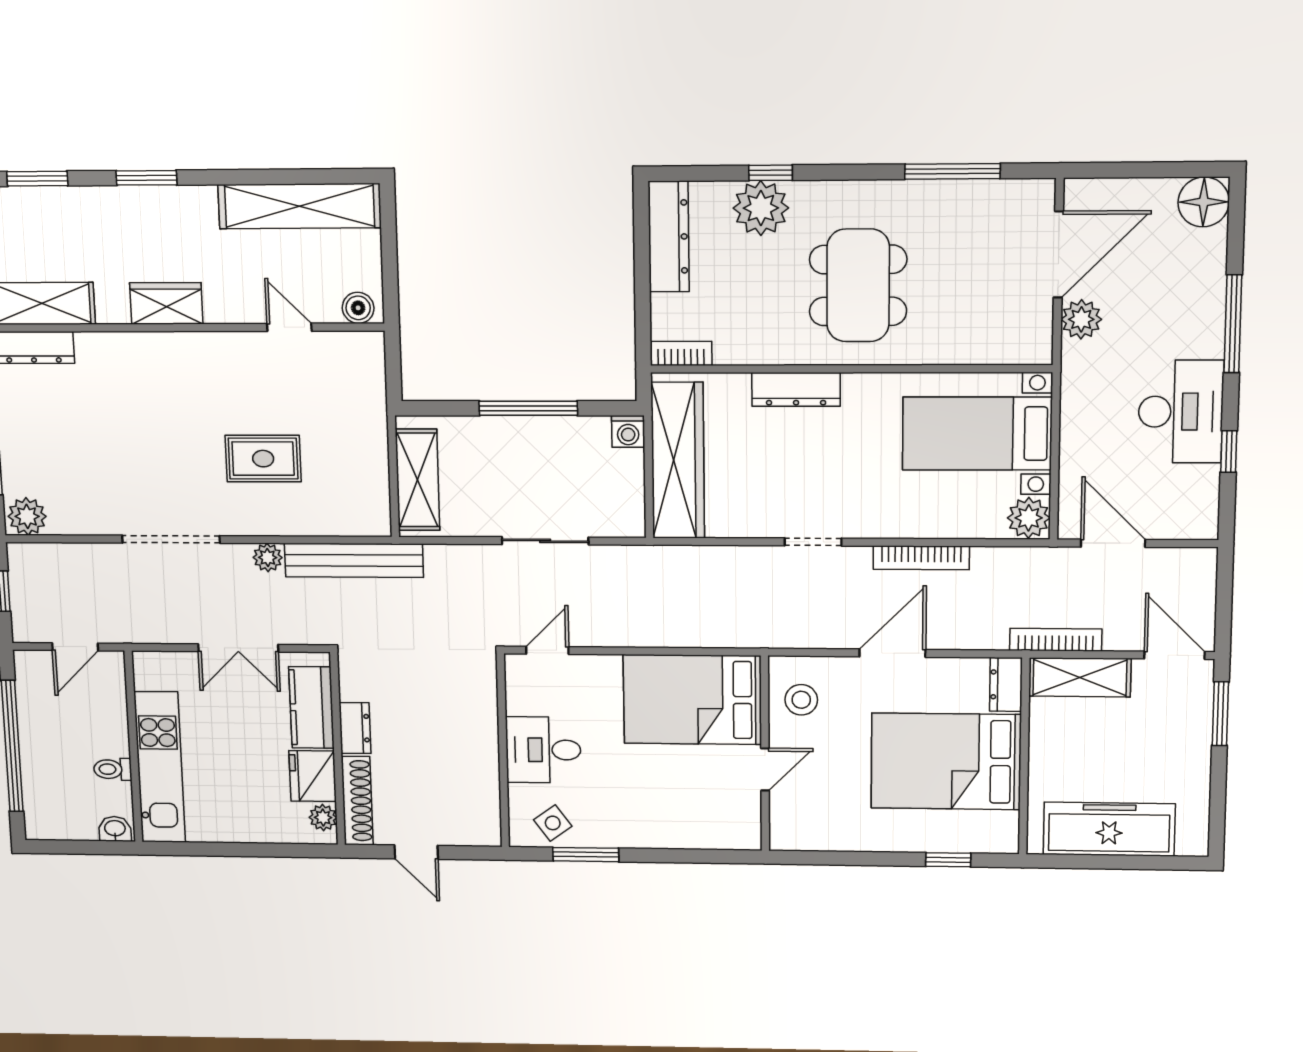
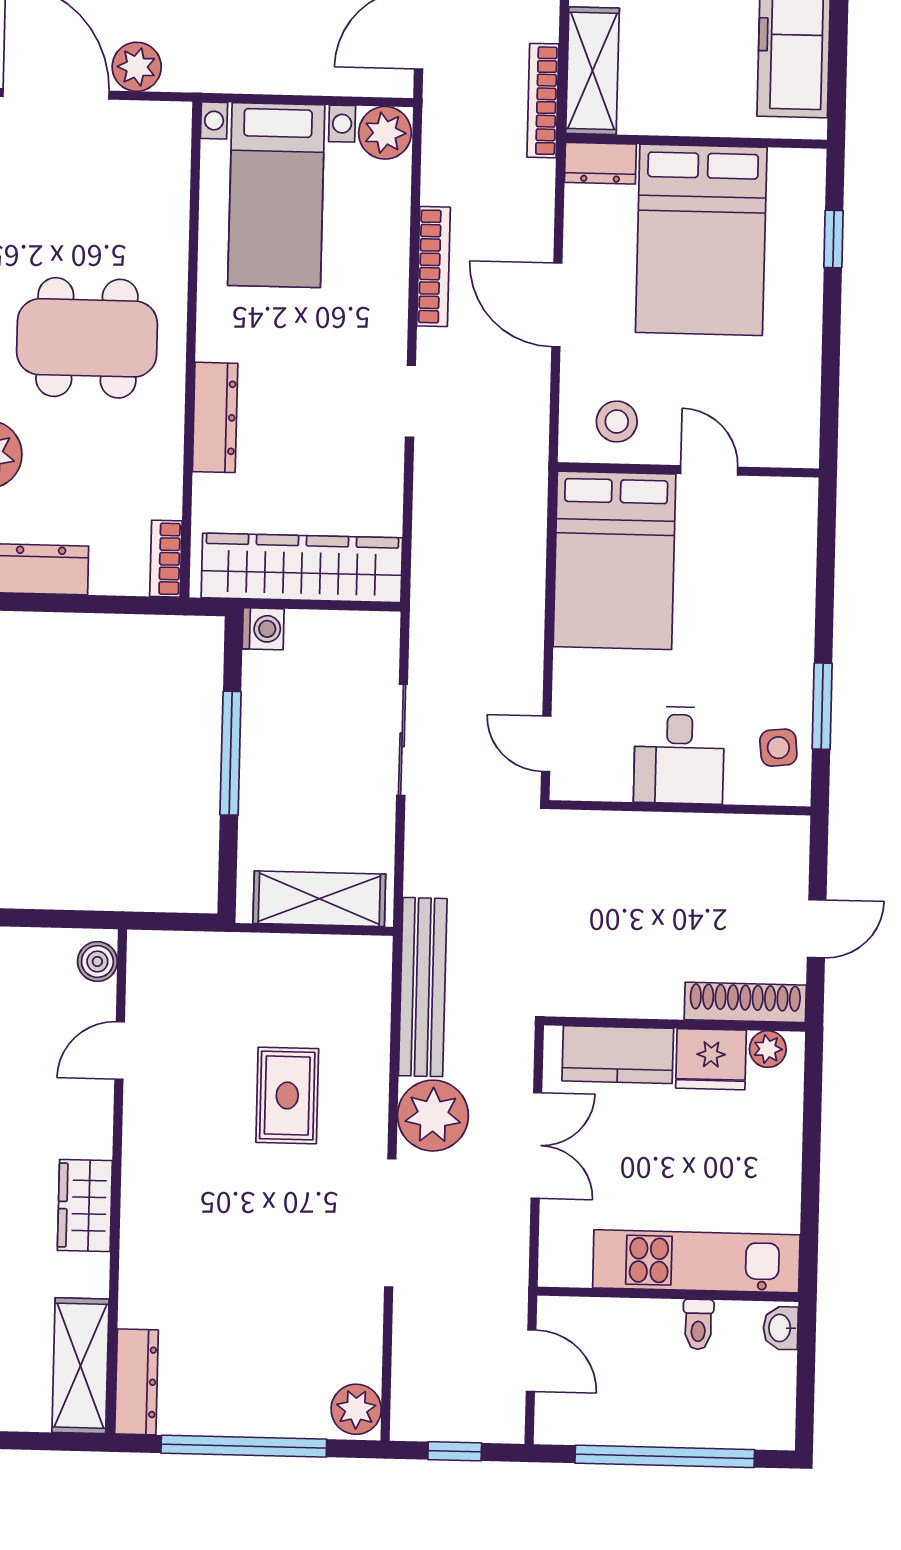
plant: (268, 557) -> (433, 1116), width x1.87, depth x1.87
dresser: (355, 728) -> (646, 999), removed
side table: (553, 823) -> (778, 748), turned 30

